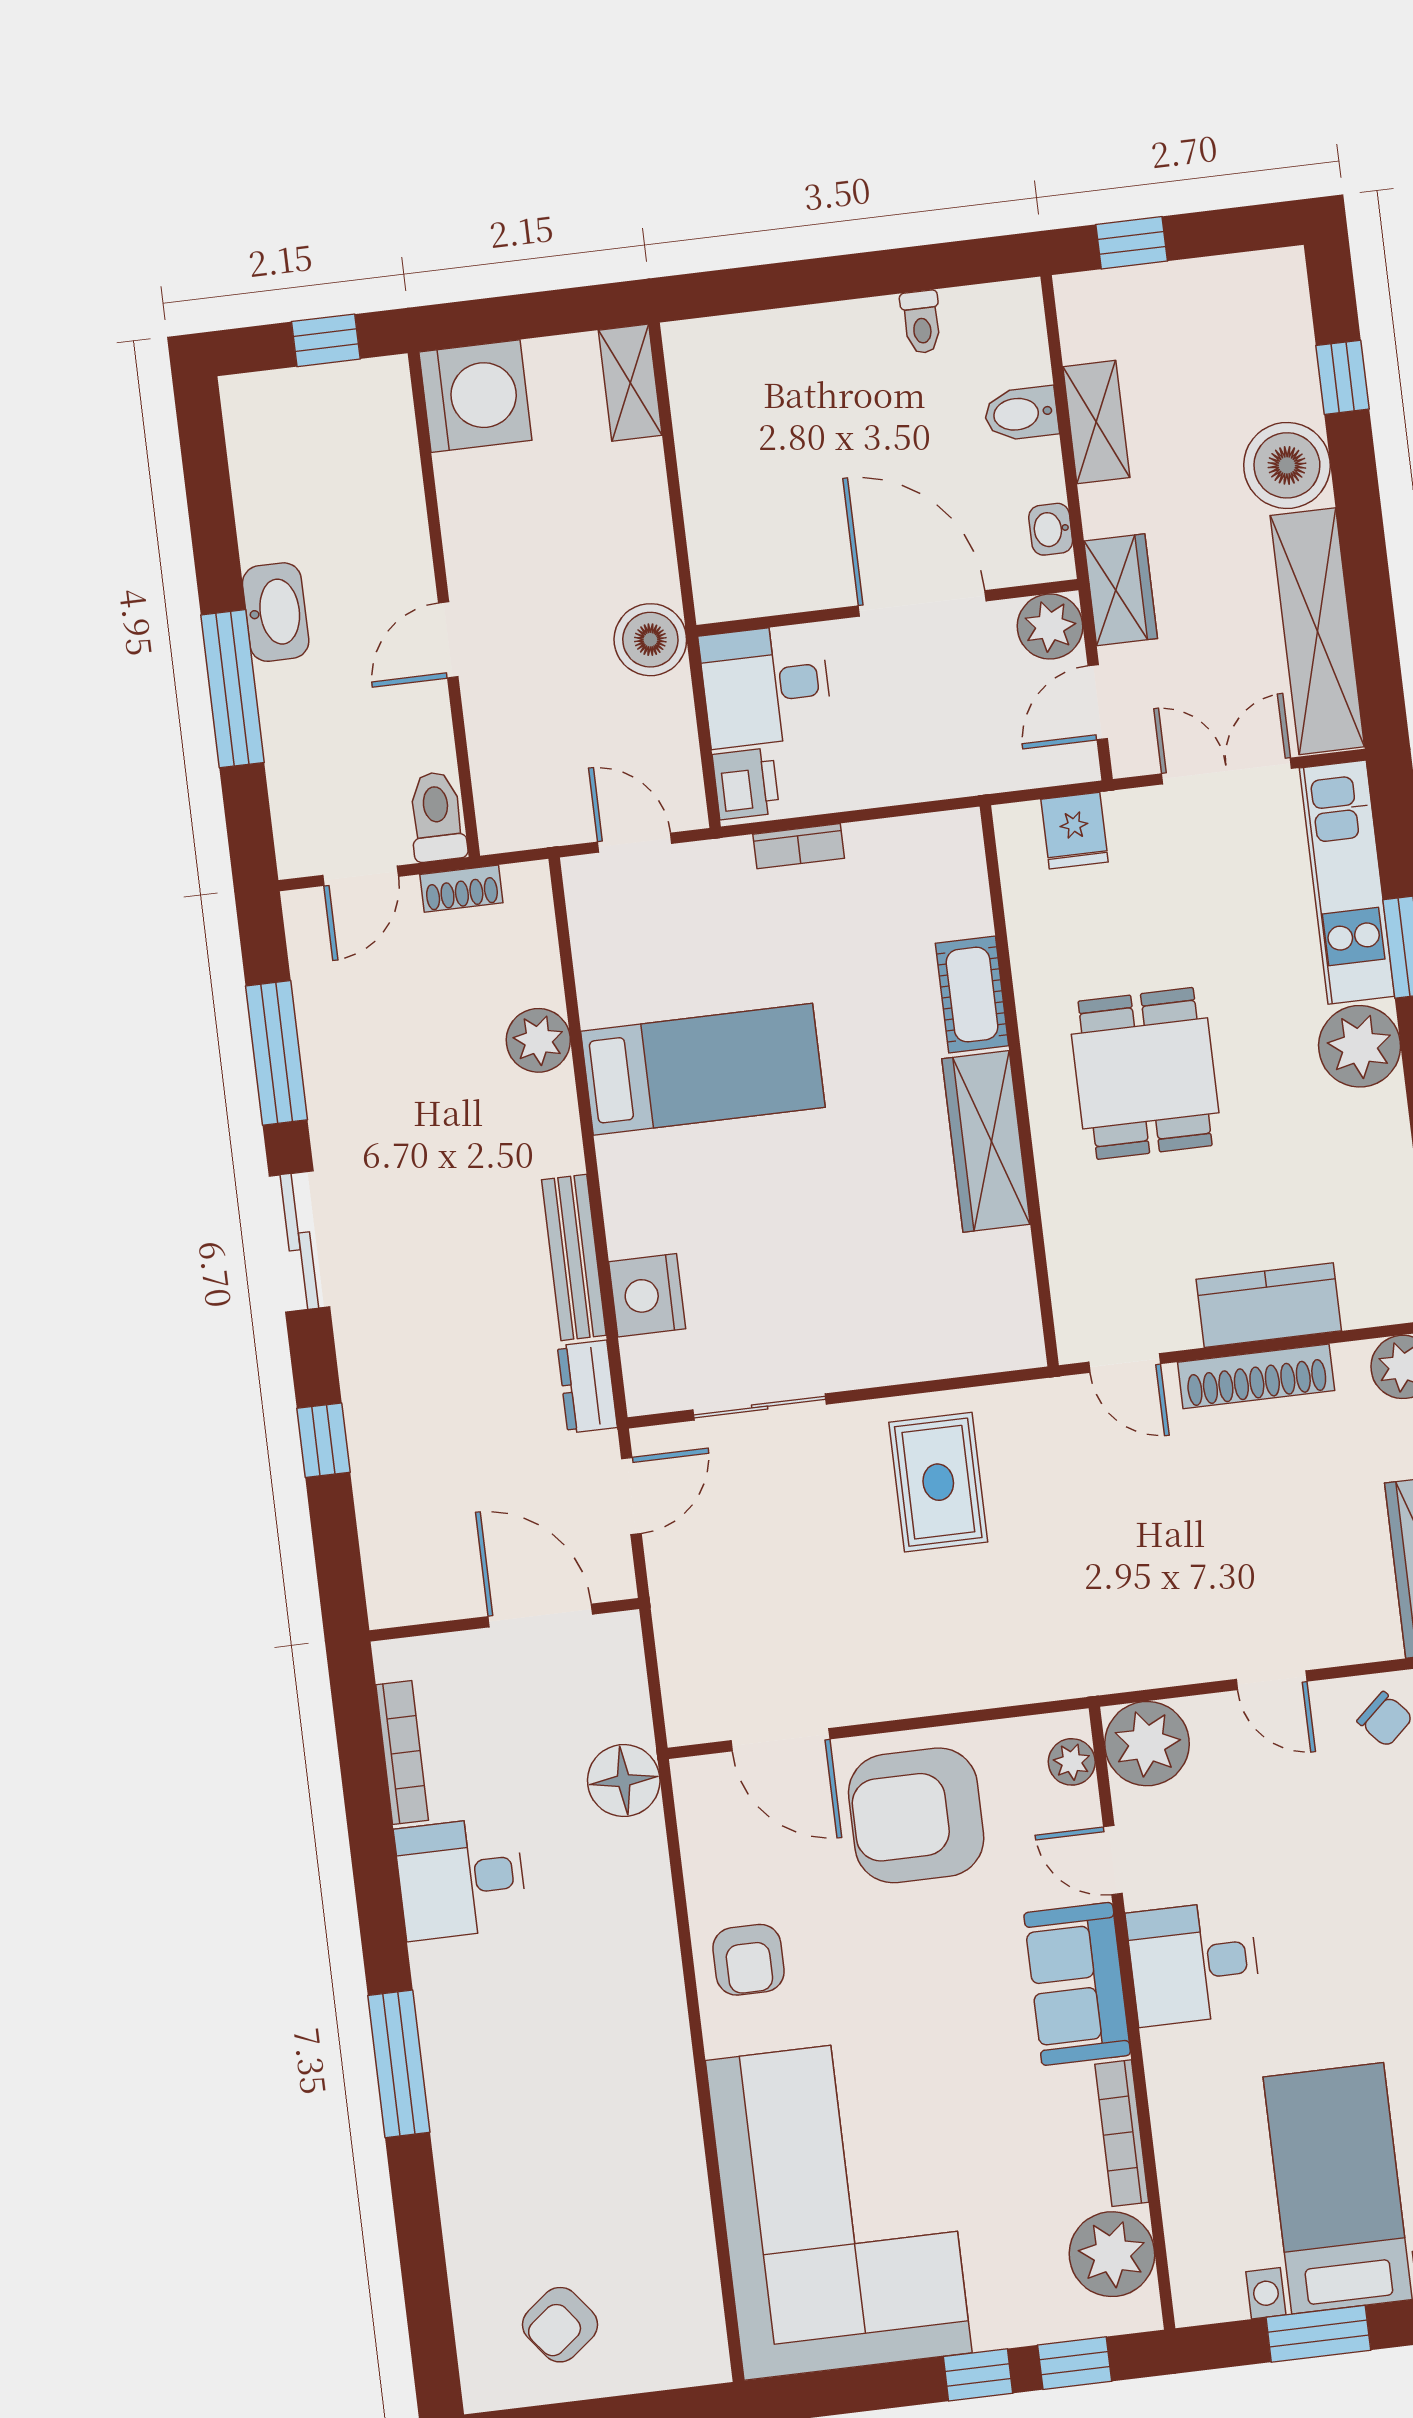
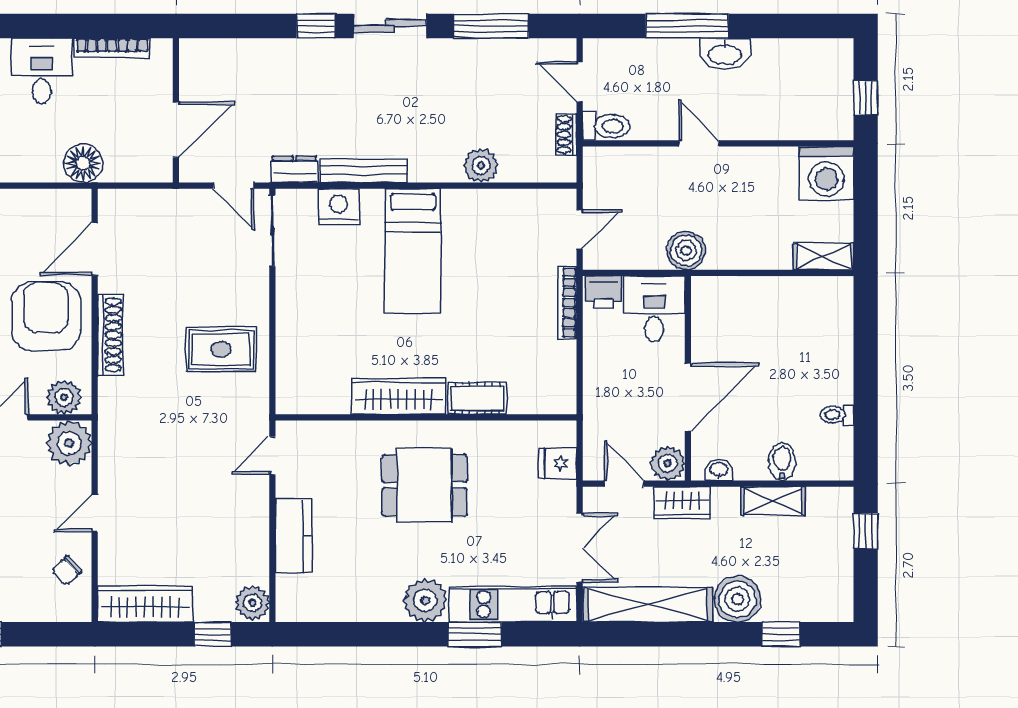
bookcase: (799, 846) -> (567, 303), width x1.56
bed: (703, 1069) -> (413, 251), moved
shoe rack: (1256, 1376) -> (110, 335), moved, turned 180
sliding door: (760, 1407) -> (272, 231), moved
window: (323, 1440) -> (316, 26), moved
plant: (1072, 1762) -> (64, 397), width x1.38, depth x1.38

